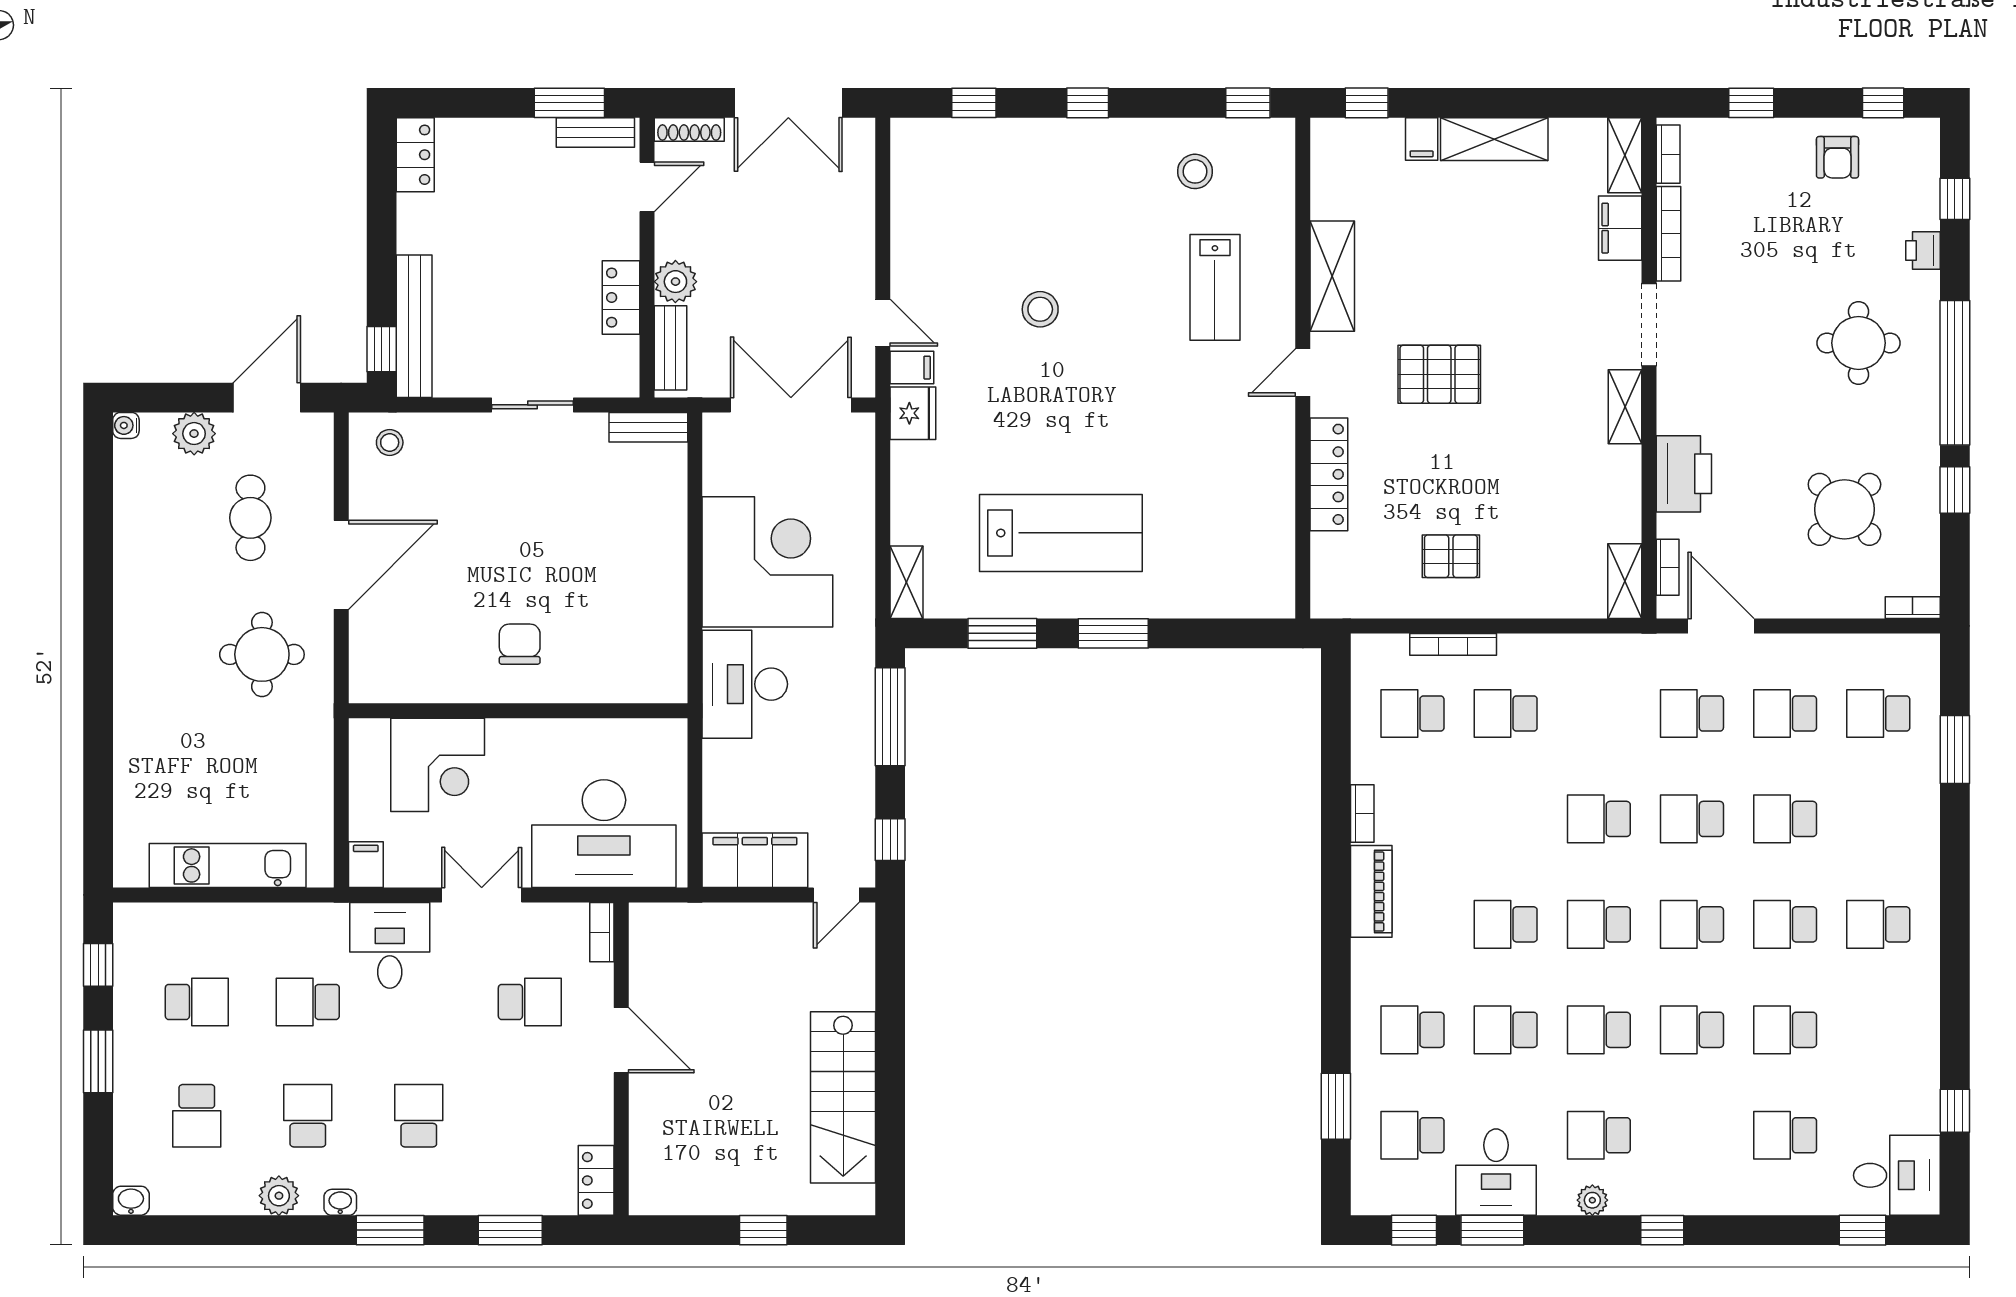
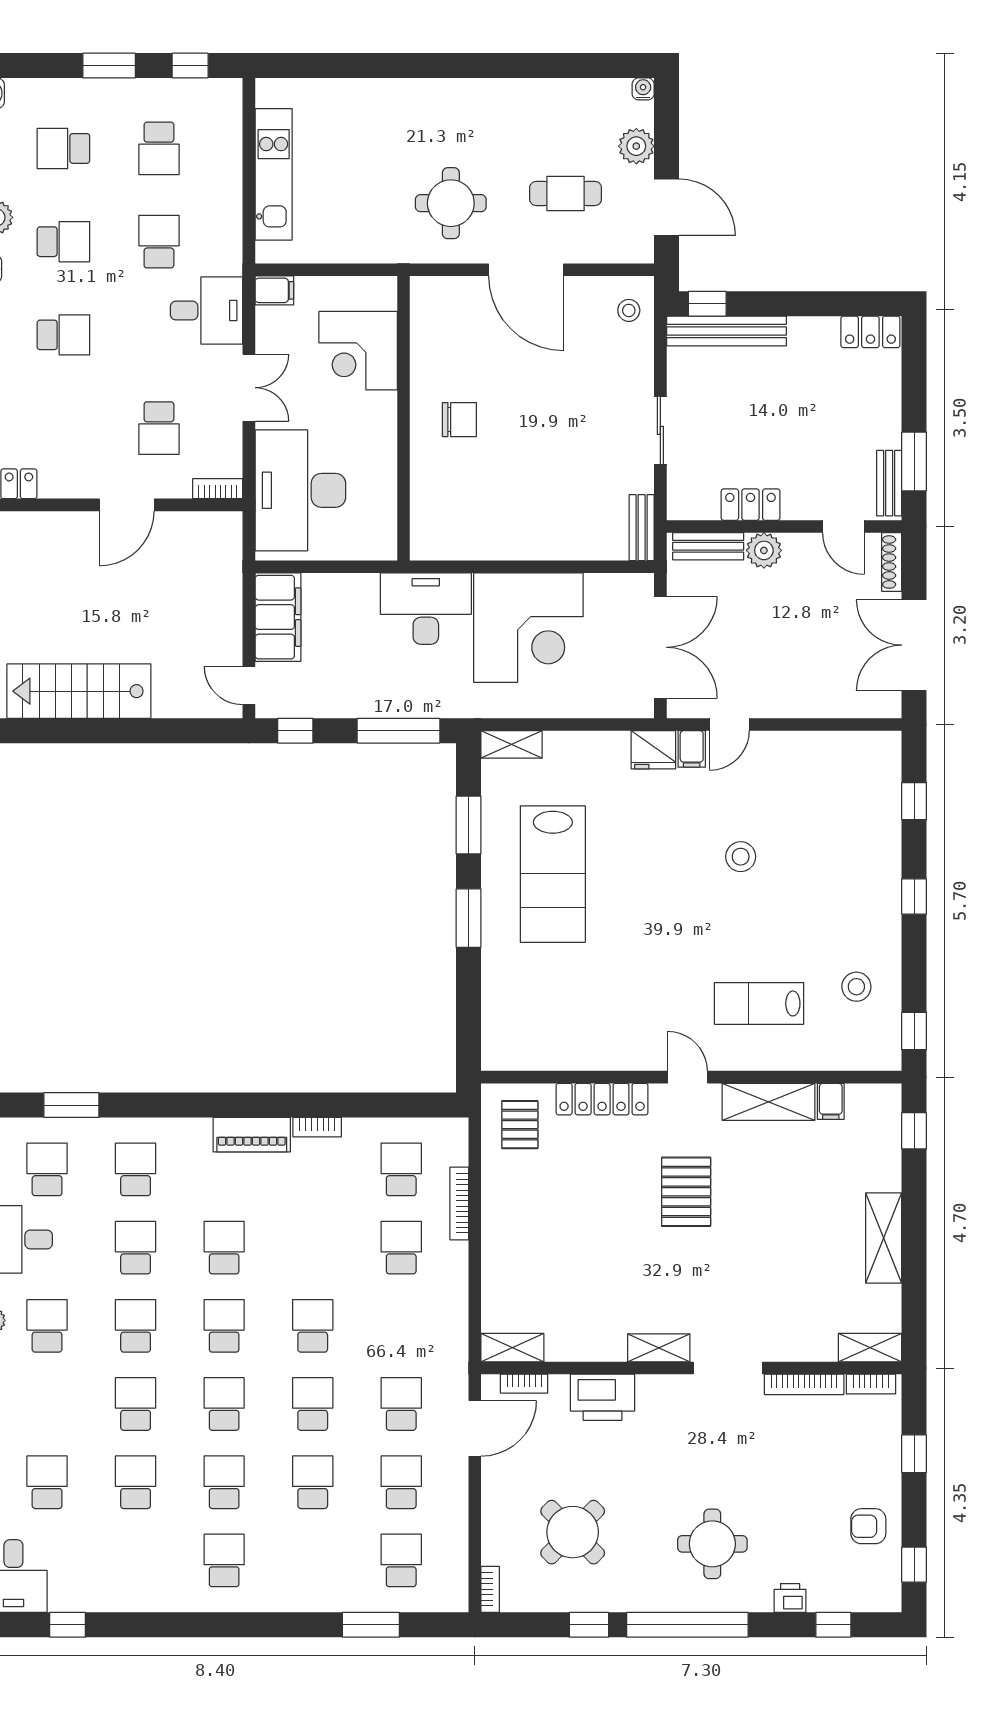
filing cabinet: (1422, 139) -> (831, 1101), moved, turned -90
filing cabinet: (1620, 228) -> (809, 1344), removed
pallet: (1451, 556) -> (520, 1125), moved

